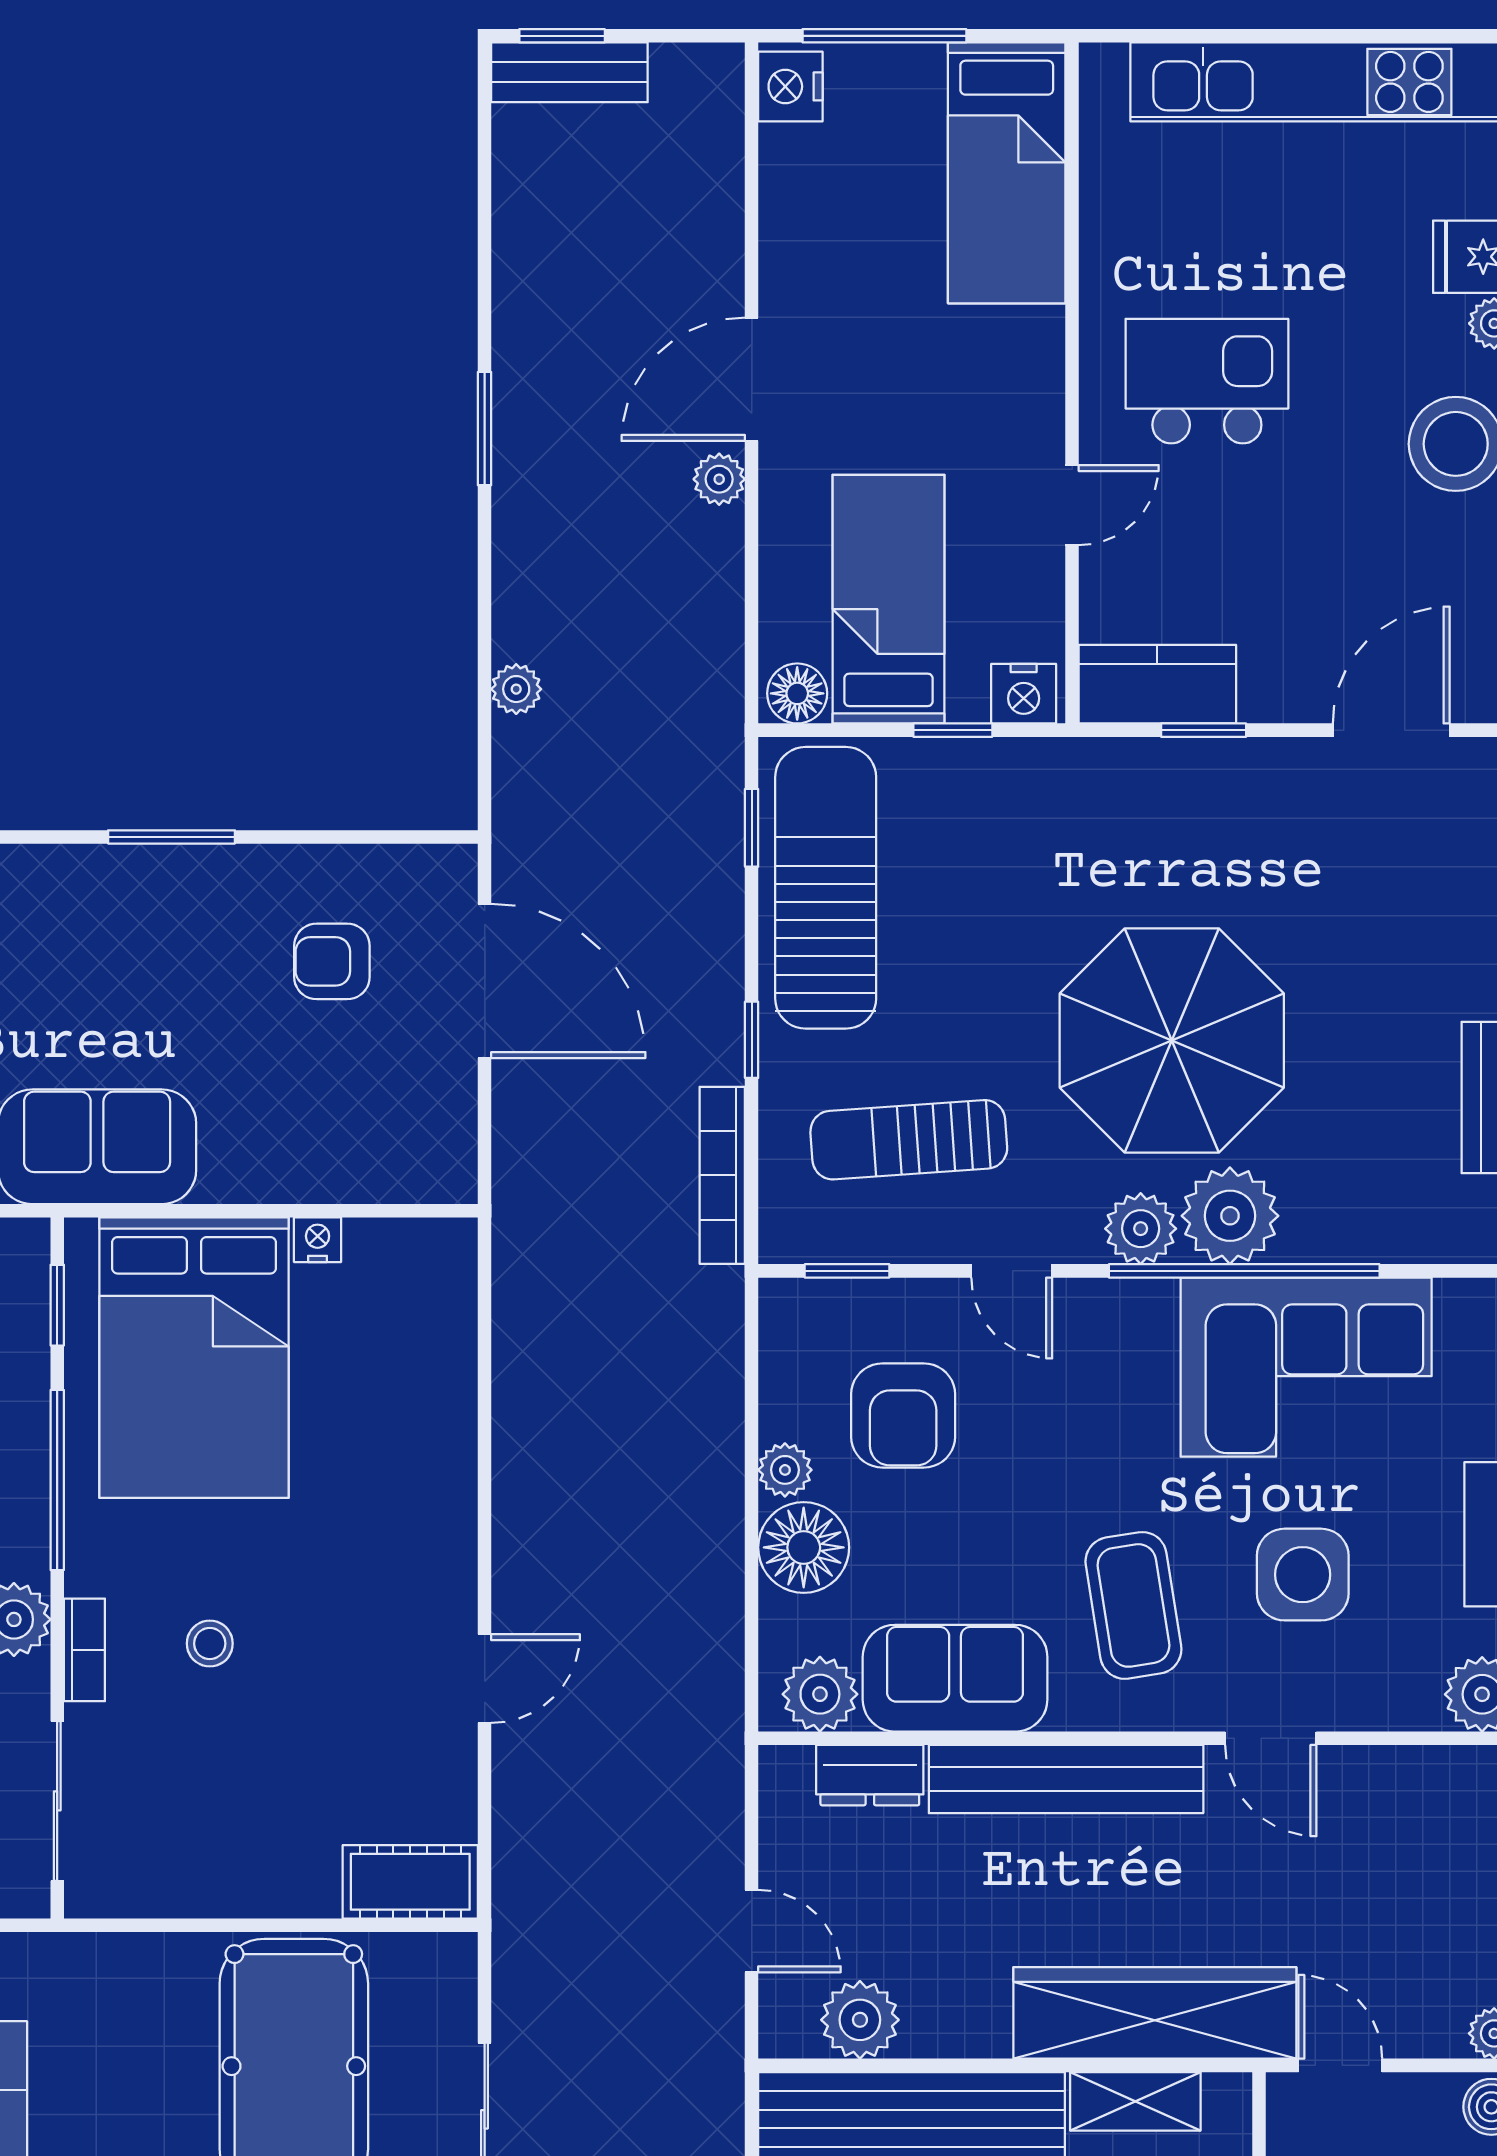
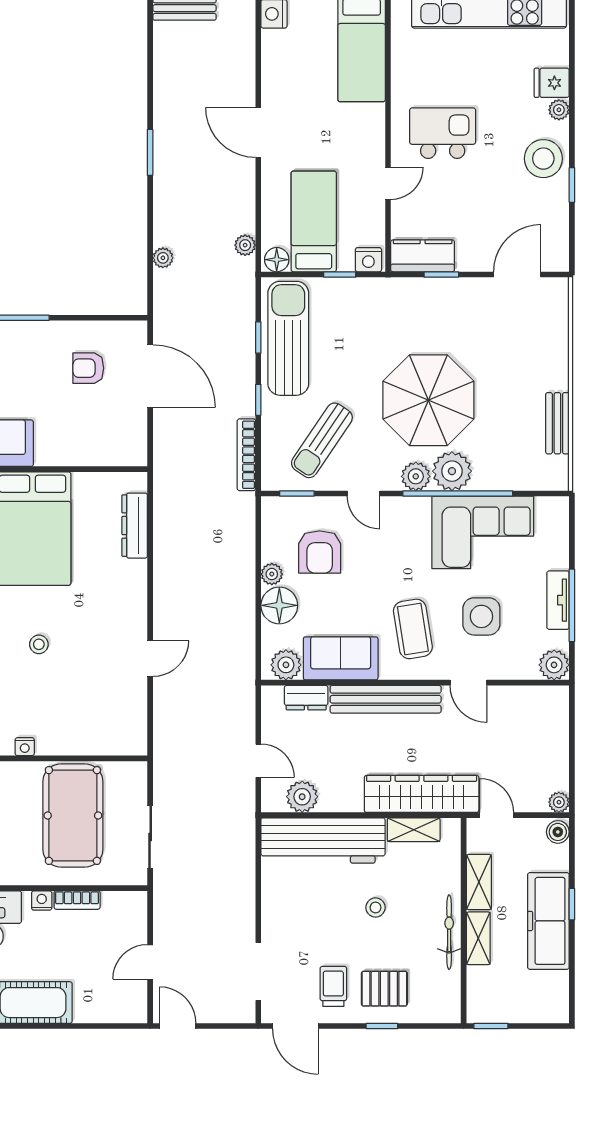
door: (752, 379) -> (258, 132), hinge flipped
plant: (719, 479) -> (245, 245), moved
window: (752, 828) -> (258, 338), moved
sun lounger: (909, 1140) -> (322, 440), turned -52
nightstand: (318, 1240) -> (25, 747), moved, turned 180
dresser: (446, 1350) -> (135, 526), added
cot: (410, 1882) -> (120, 741), removed

